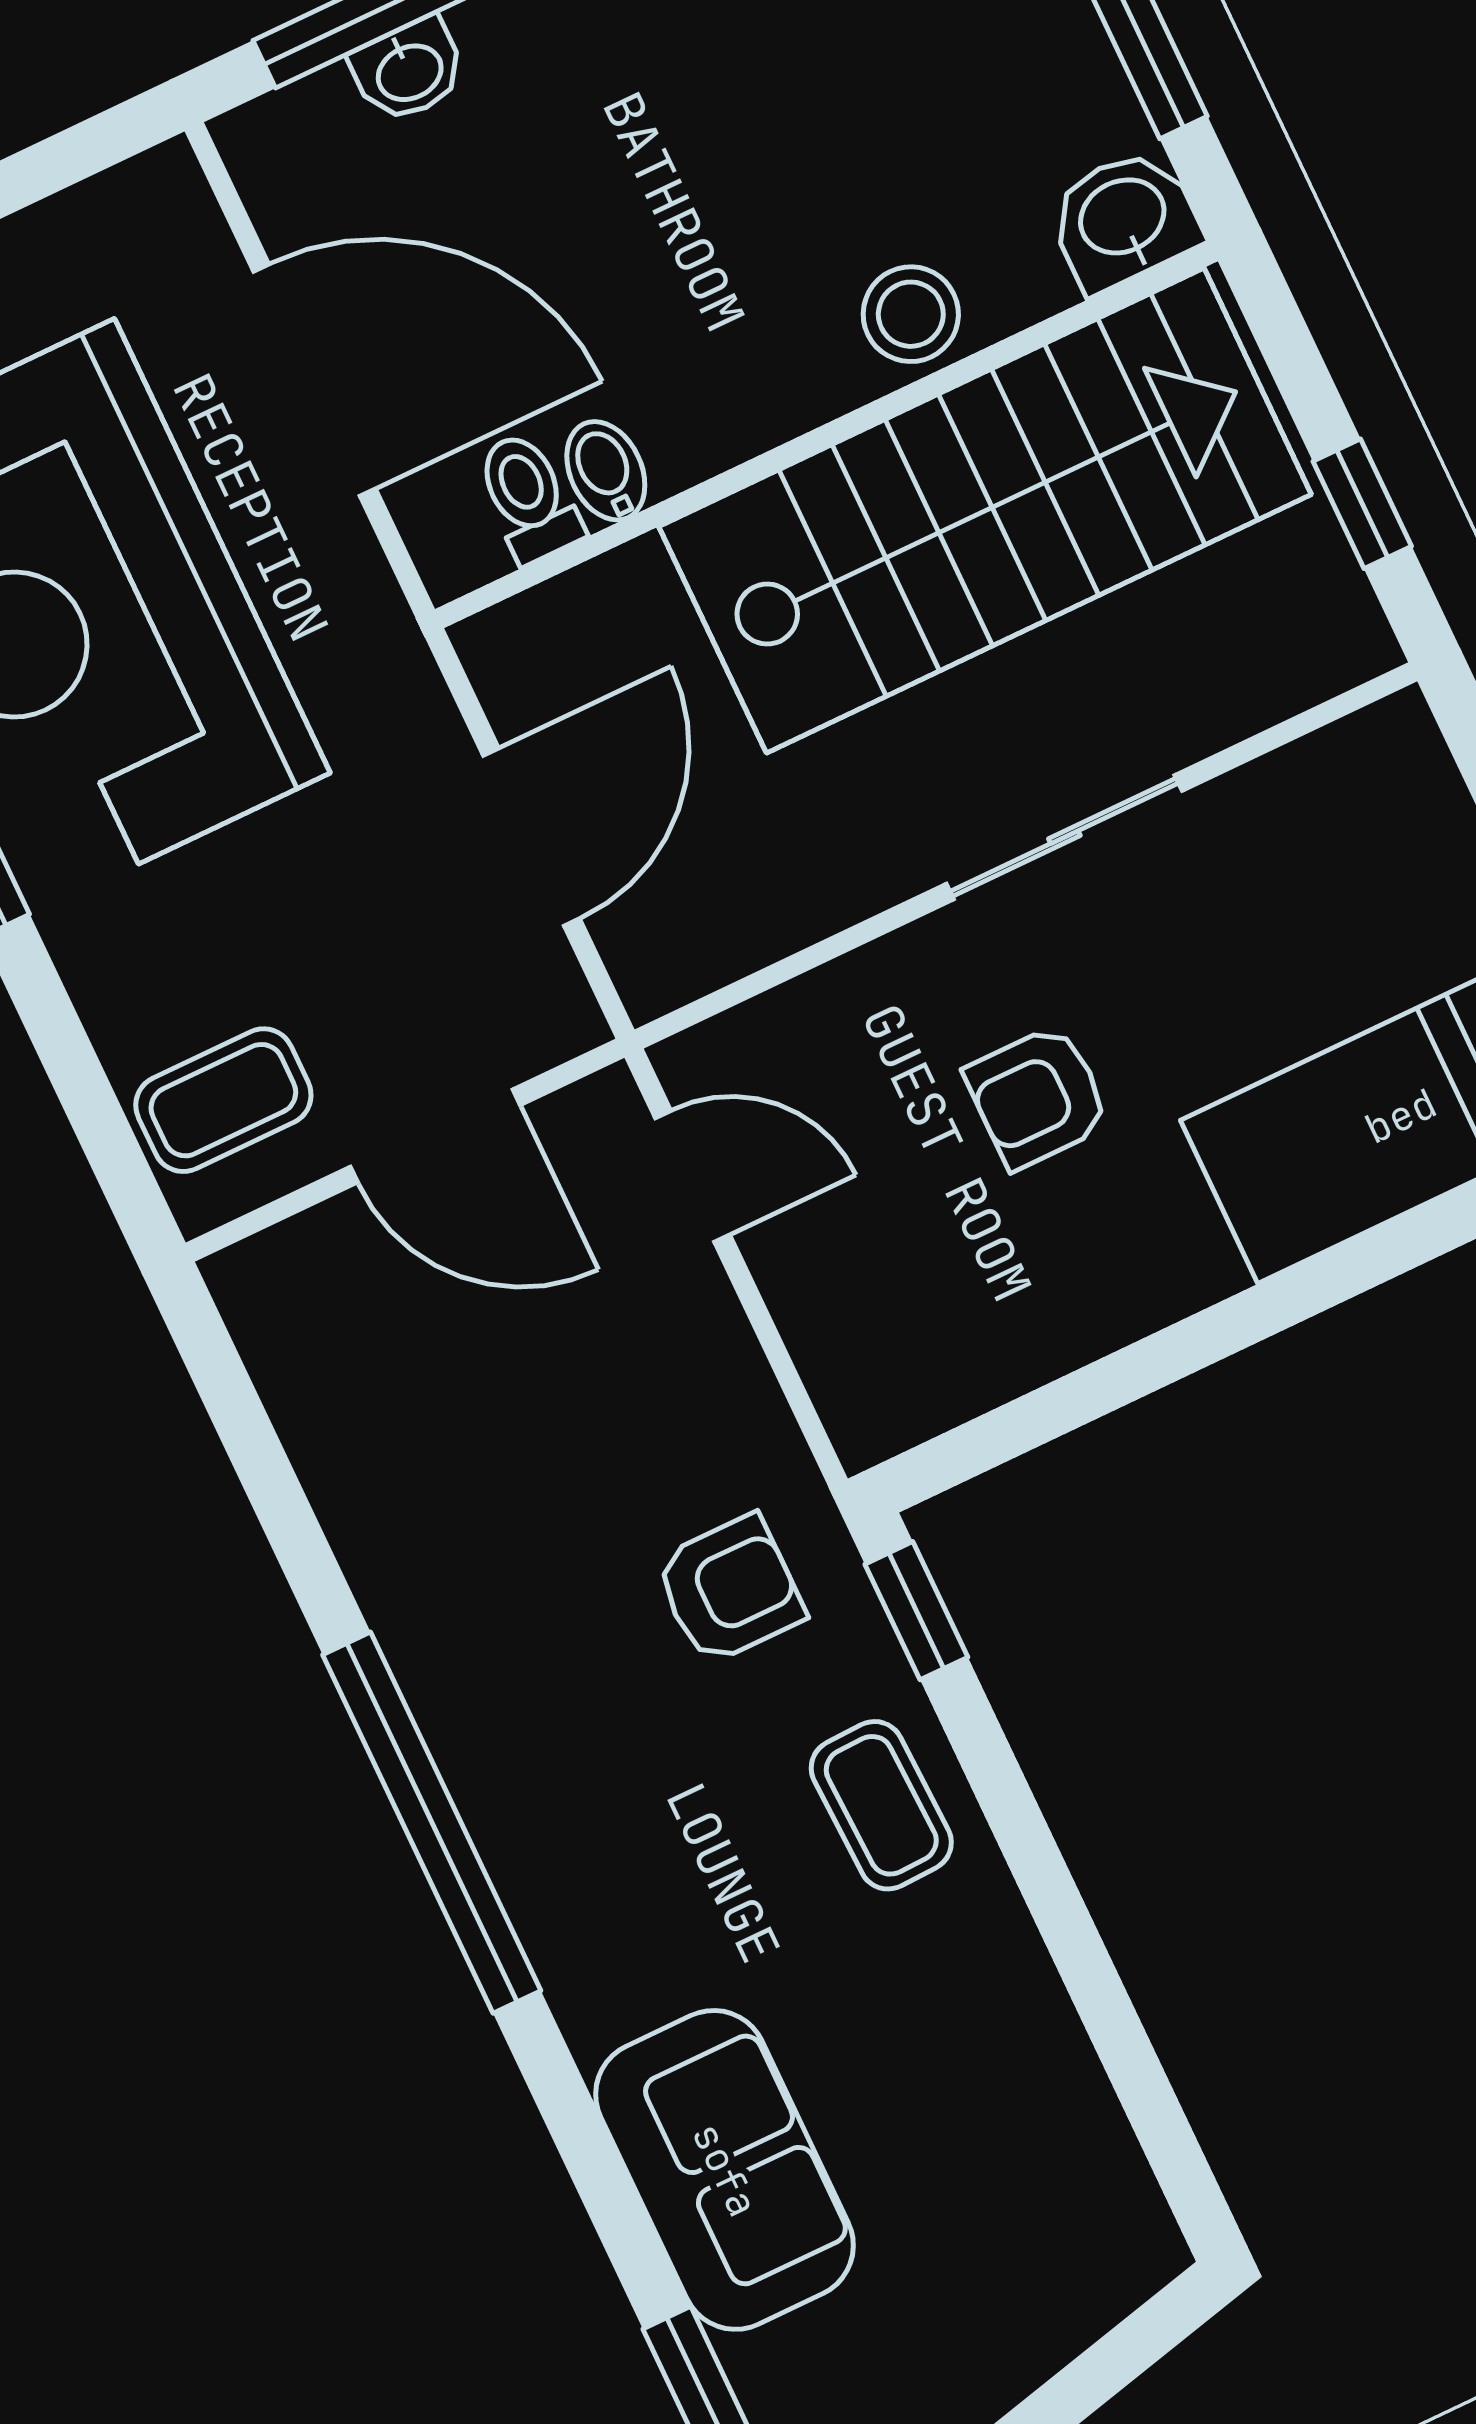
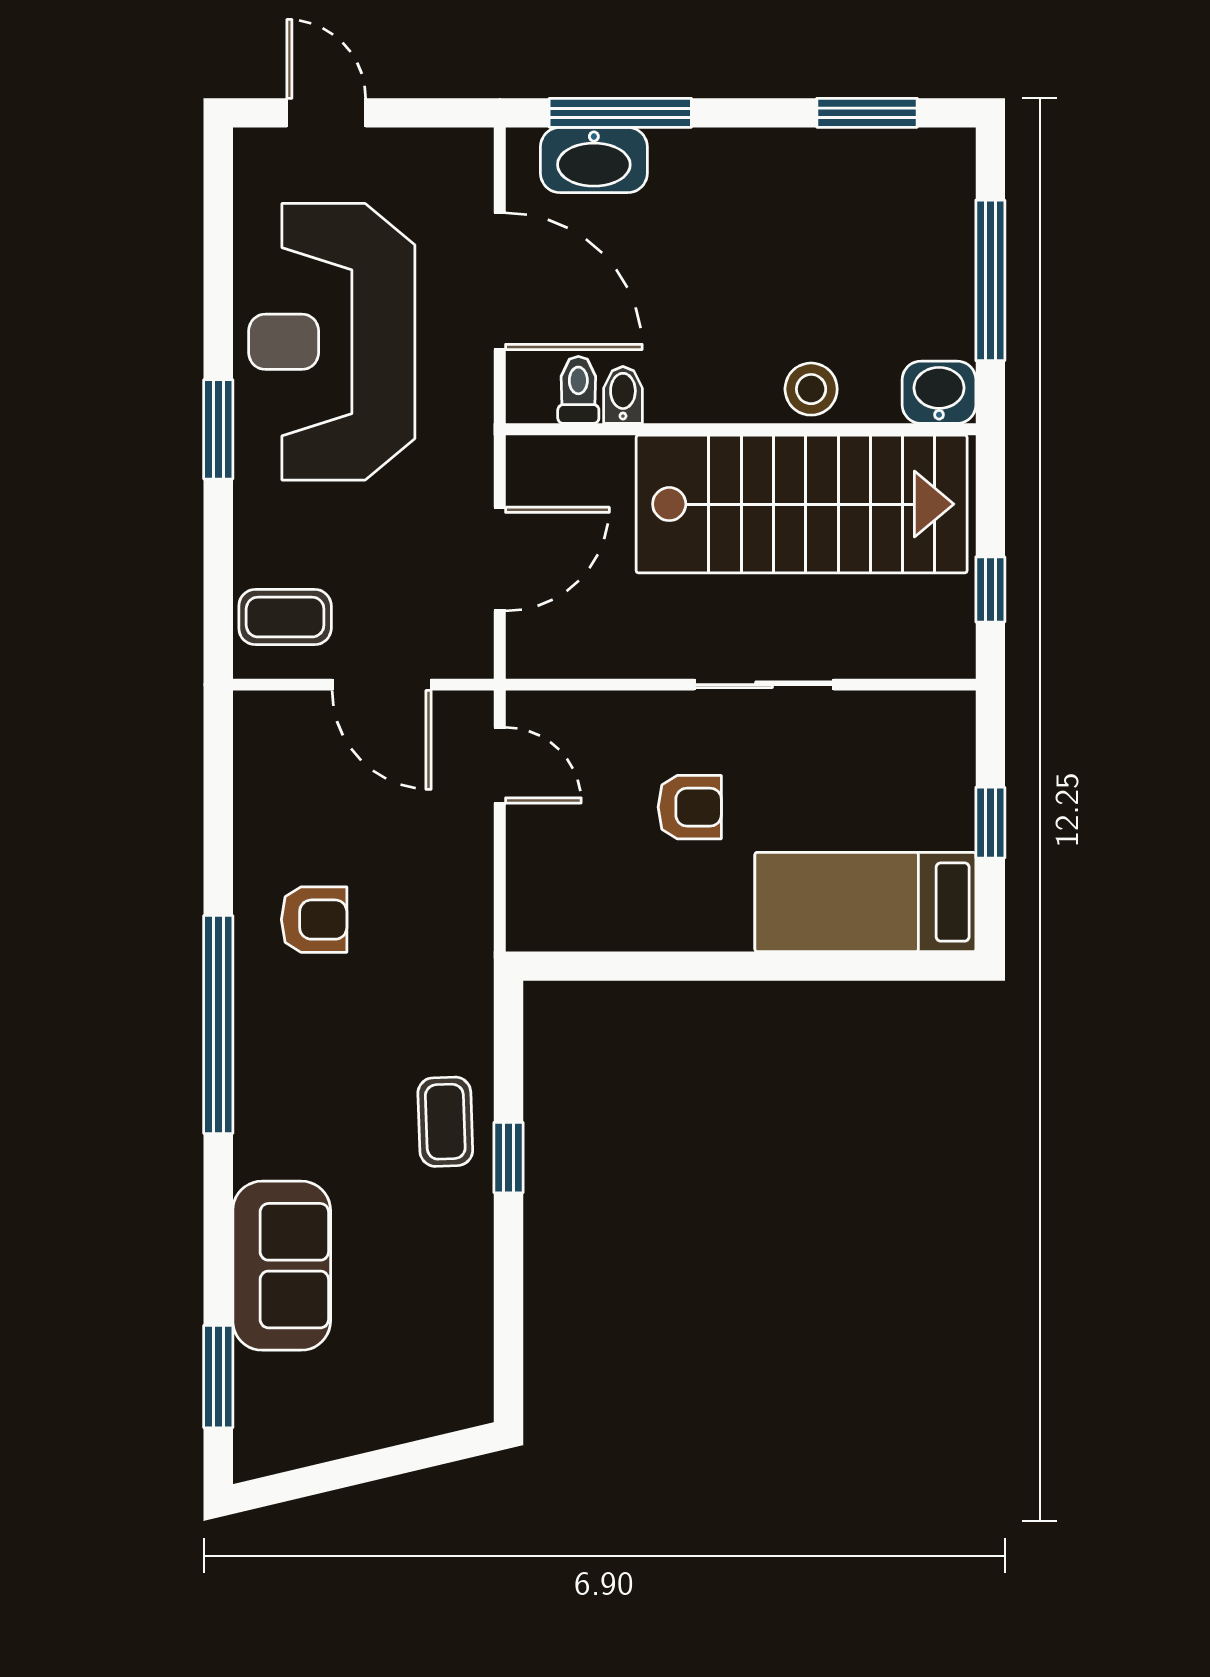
washbasin: (409, 70) -> (594, 160), width x1.91, depth x1.45
armchair: (1038, 1097) -> (690, 807), turned 180
armchair: (729, 1589) -> (314, 920), moved
window: (916, 1611) -> (509, 1158), moved

